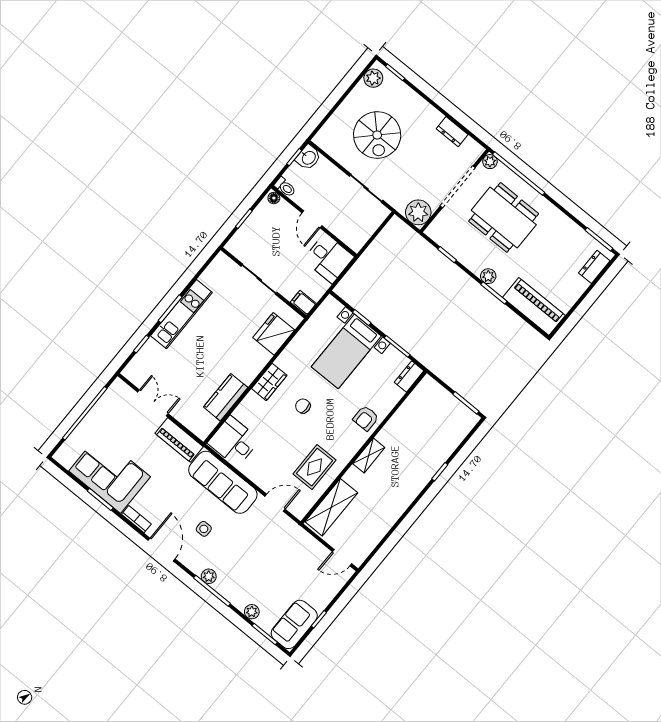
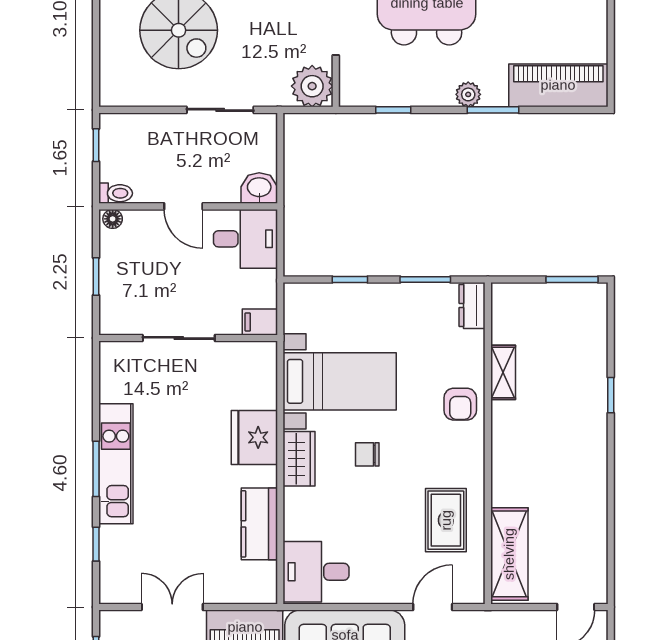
washbasin: (308, 157) -> (259, 188), moved, turned -90
fridge: (274, 334) -> (254, 437), moved
bed with nightstands: (346, 351) -> (340, 381), moved, turned -90
shelving: (369, 456) -> (503, 372), moved

